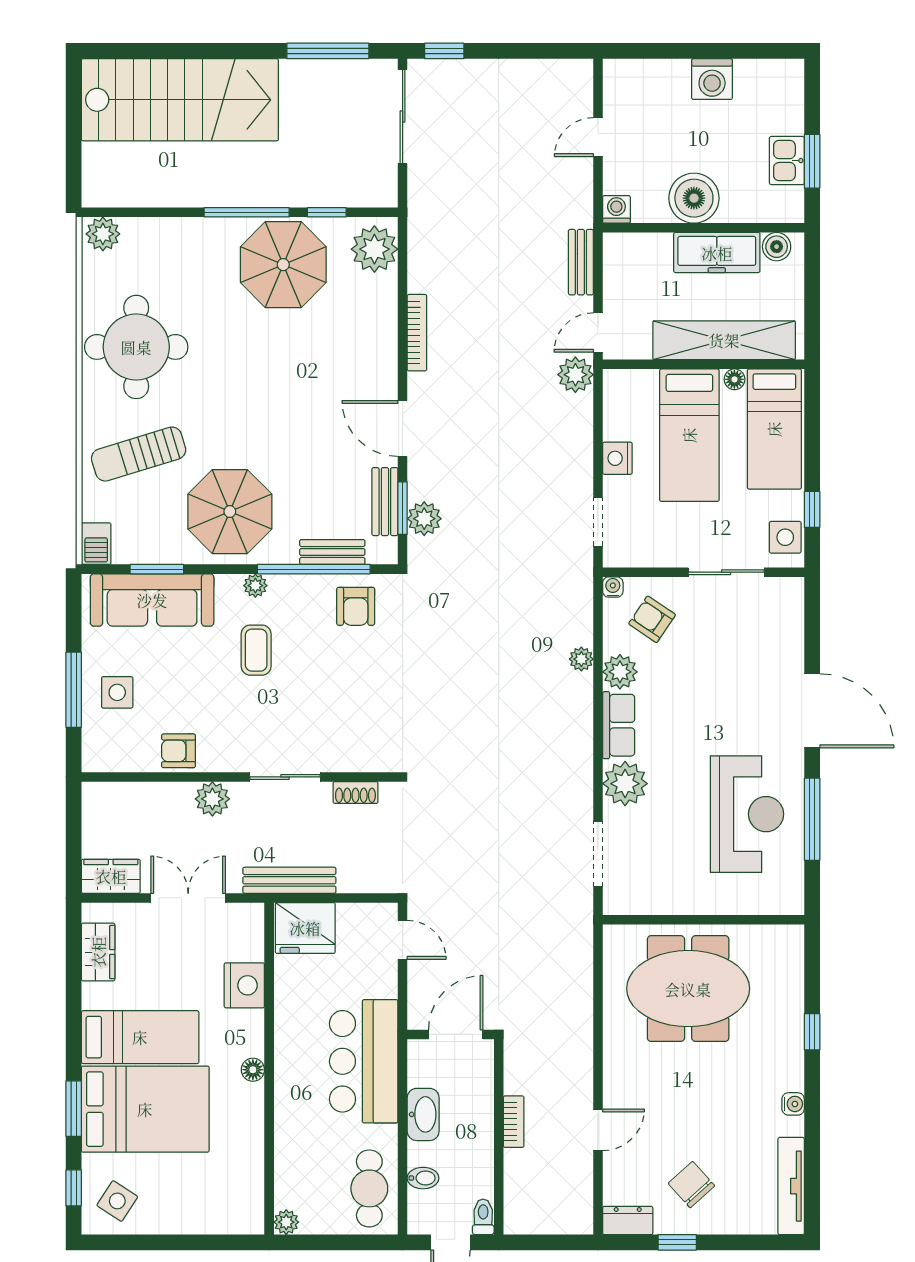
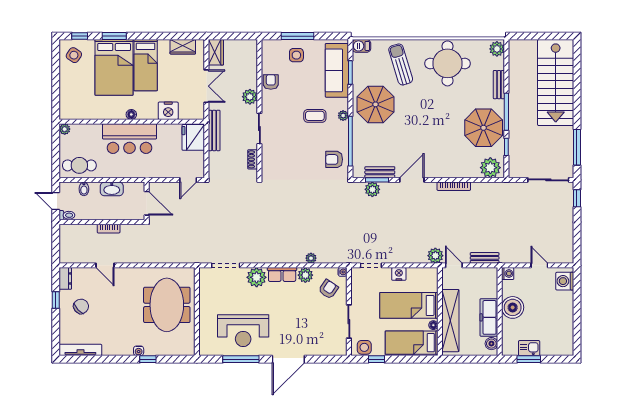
washing machine: (712, 79) -> (565, 281), moved
bench: (332, 552) -> (499, 85), moved
bar counter: (364, 1061) -> (129, 139), moved, turned 180
water cooler: (793, 1104) -> (139, 351), moved

